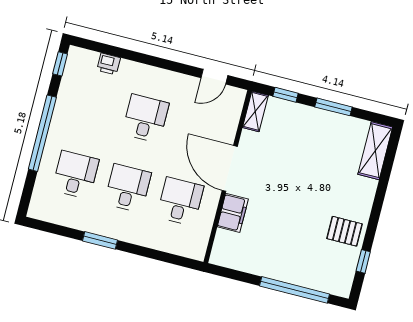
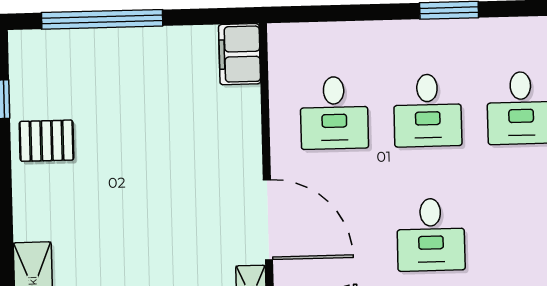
door: (230, 168) -> (268, 220), moved
filing cabinet: (233, 213) -> (240, 54), moved

